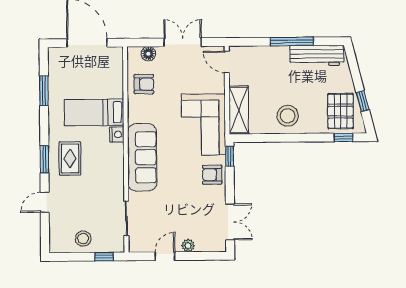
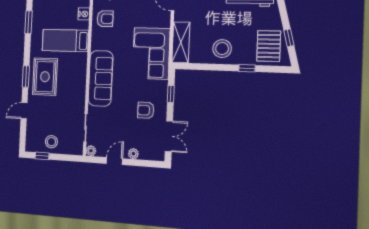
nightstand: (117, 134) -> (84, 14), moved
window: (343, 137) -> (247, 68), moved
window: (230, 156) -> (171, 94), moved
rug: (70, 158) -> (45, 77), width x1.36, depth x1.43
armchair: (212, 175) -> (146, 110), moved
plant: (135, 246) -> (91, 151), added
window: (104, 257) -> (42, 156), moved

